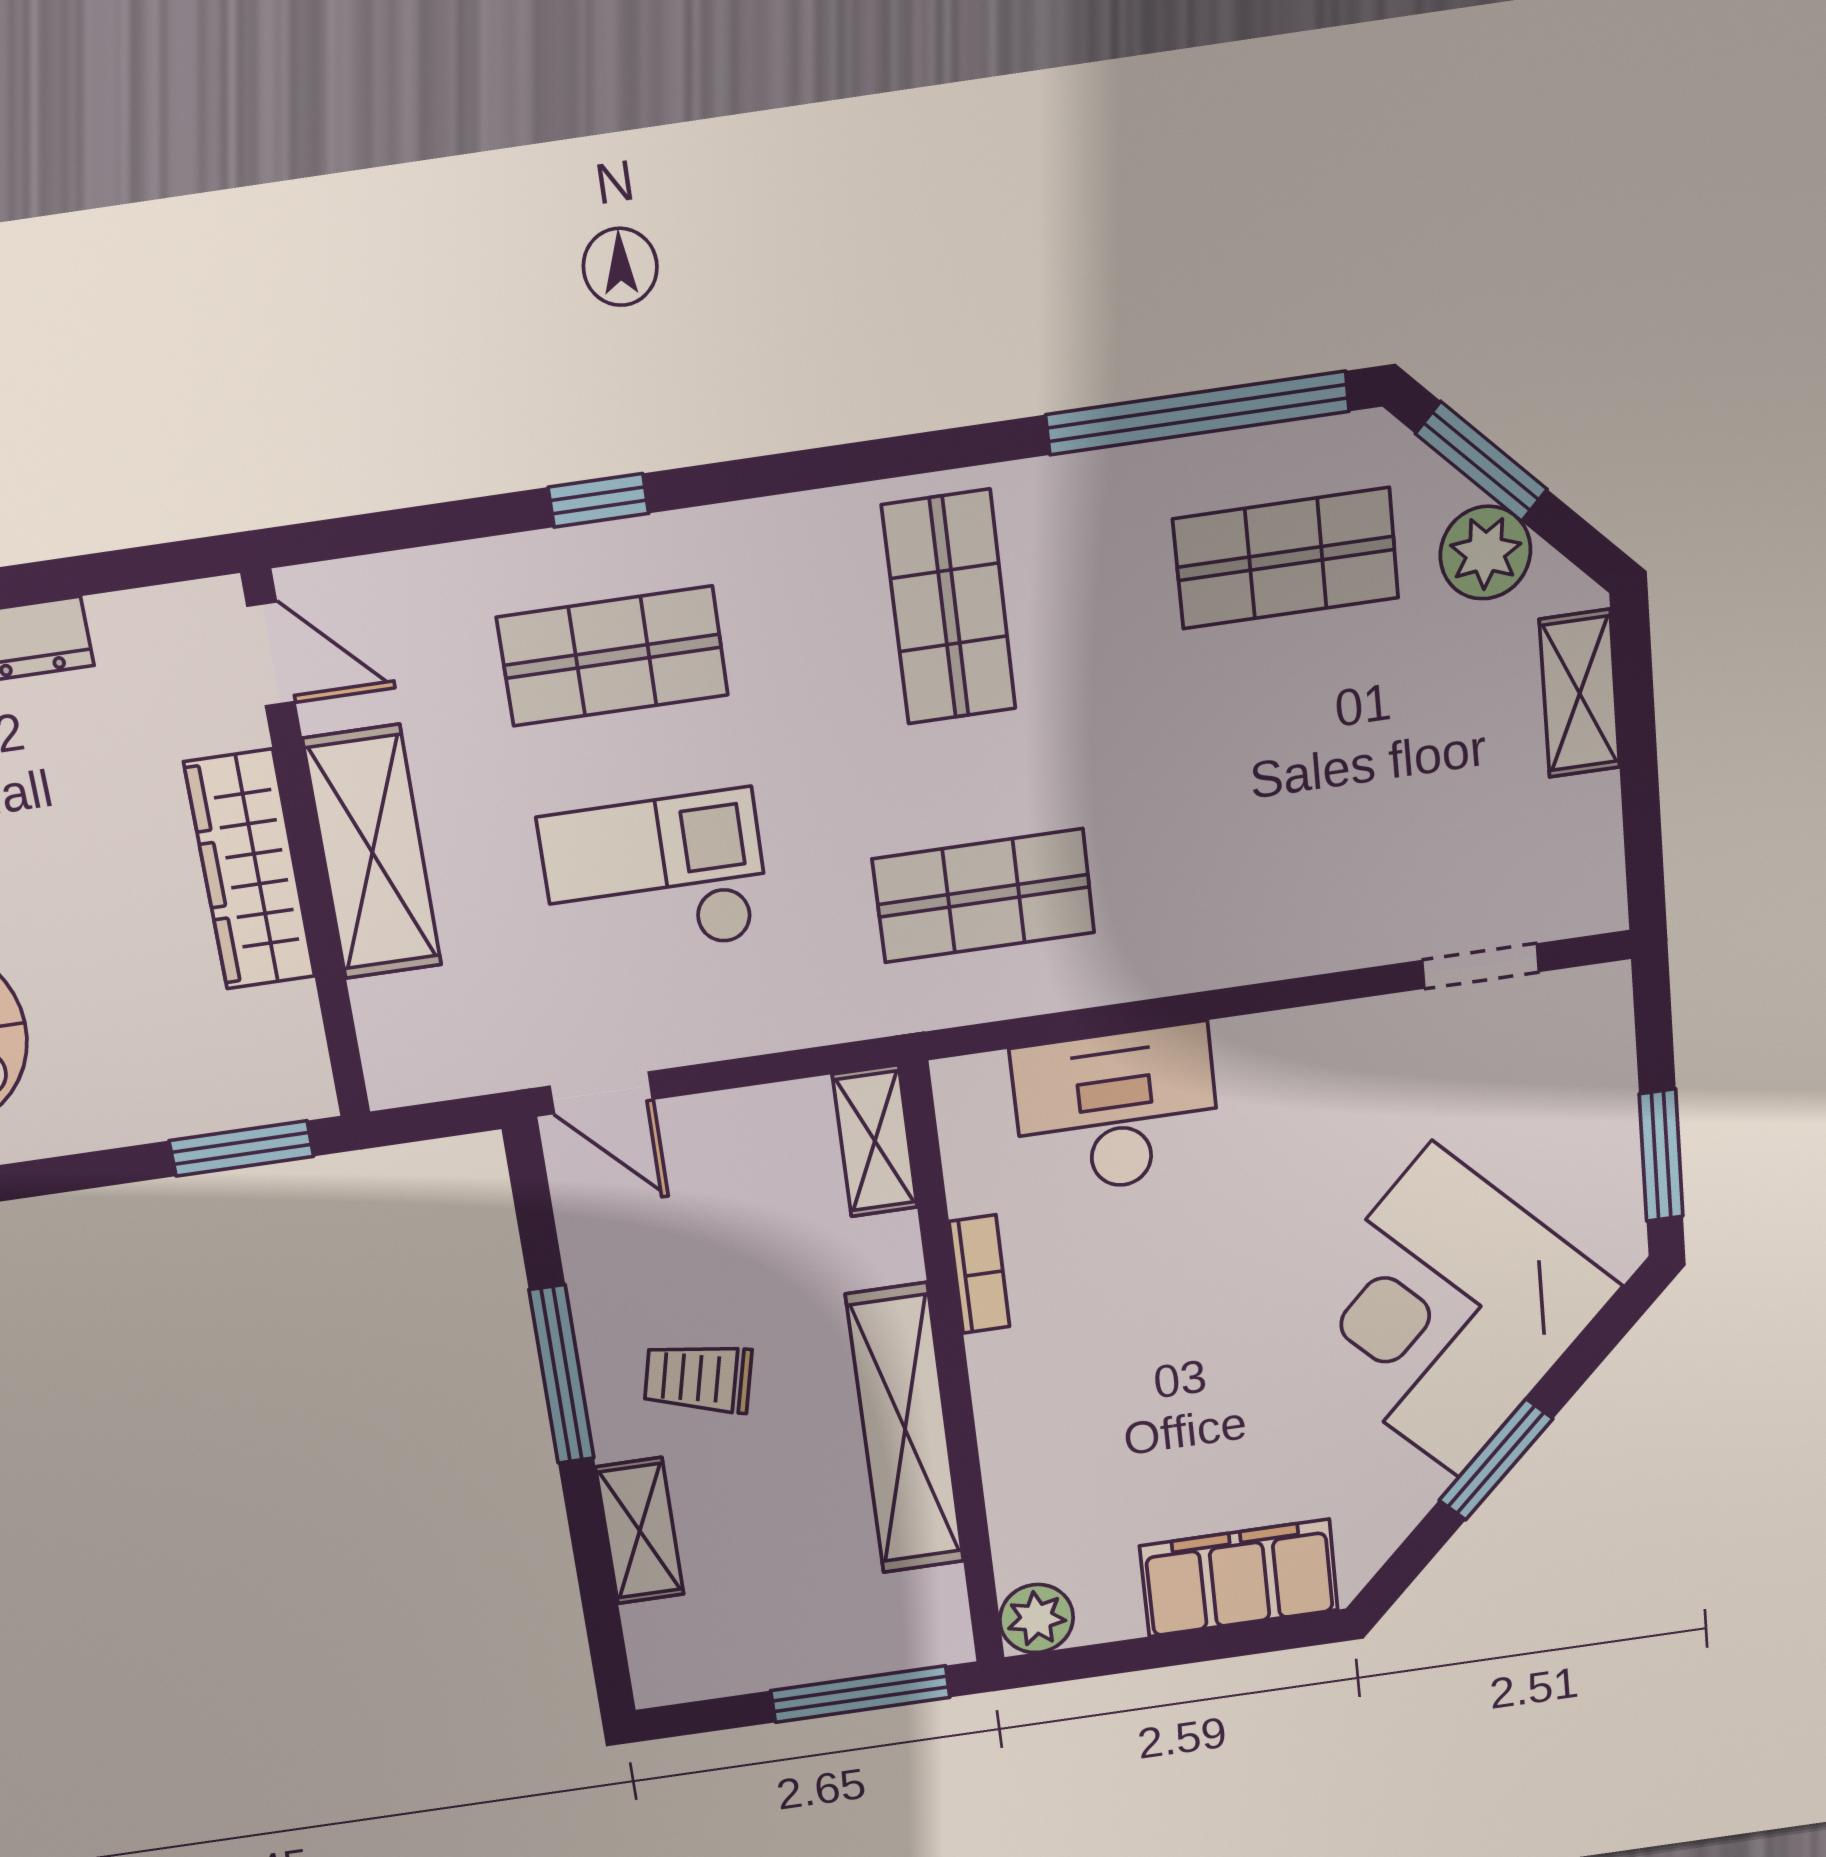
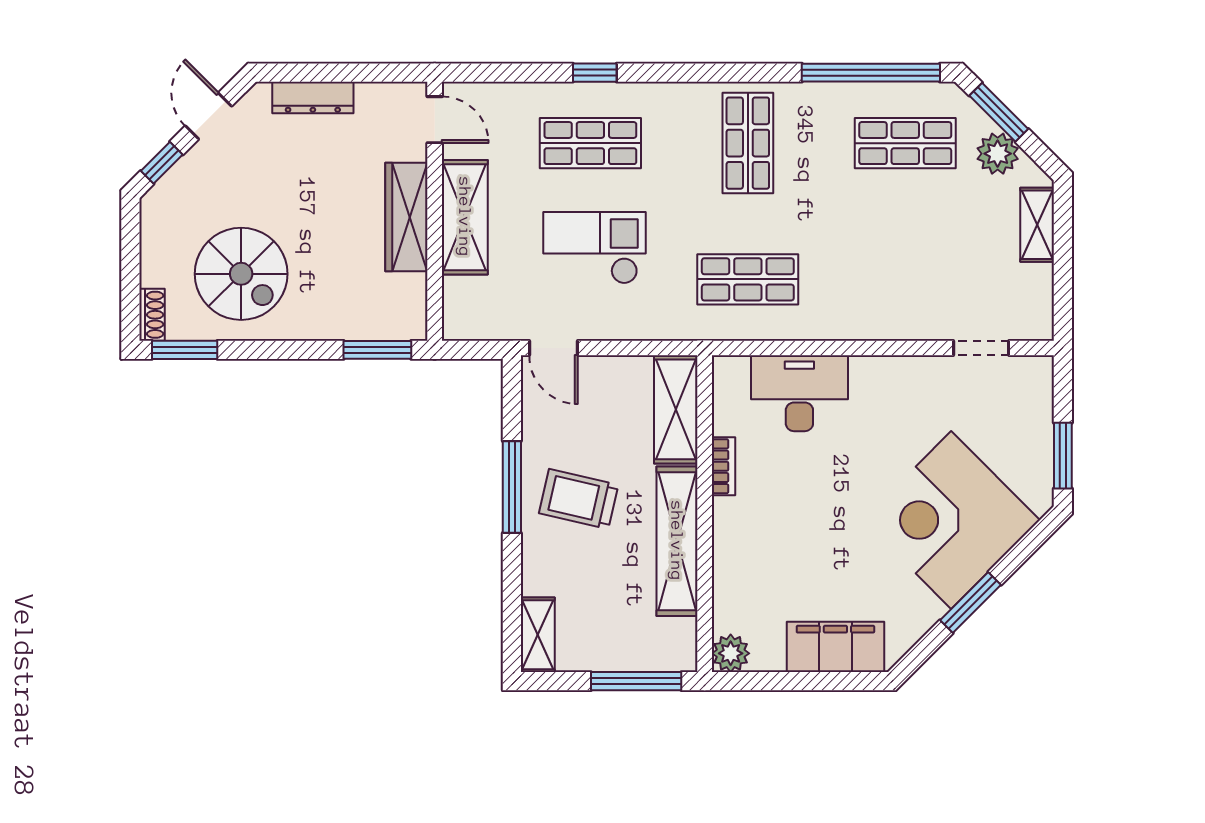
shelving: (875, 1141) -> (676, 409), width x1.50, depth x1.33
trolley: (698, 1378) -> (579, 499), width x1.36, depth x1.39
shelving: (640, 1531) -> (538, 635), moved

